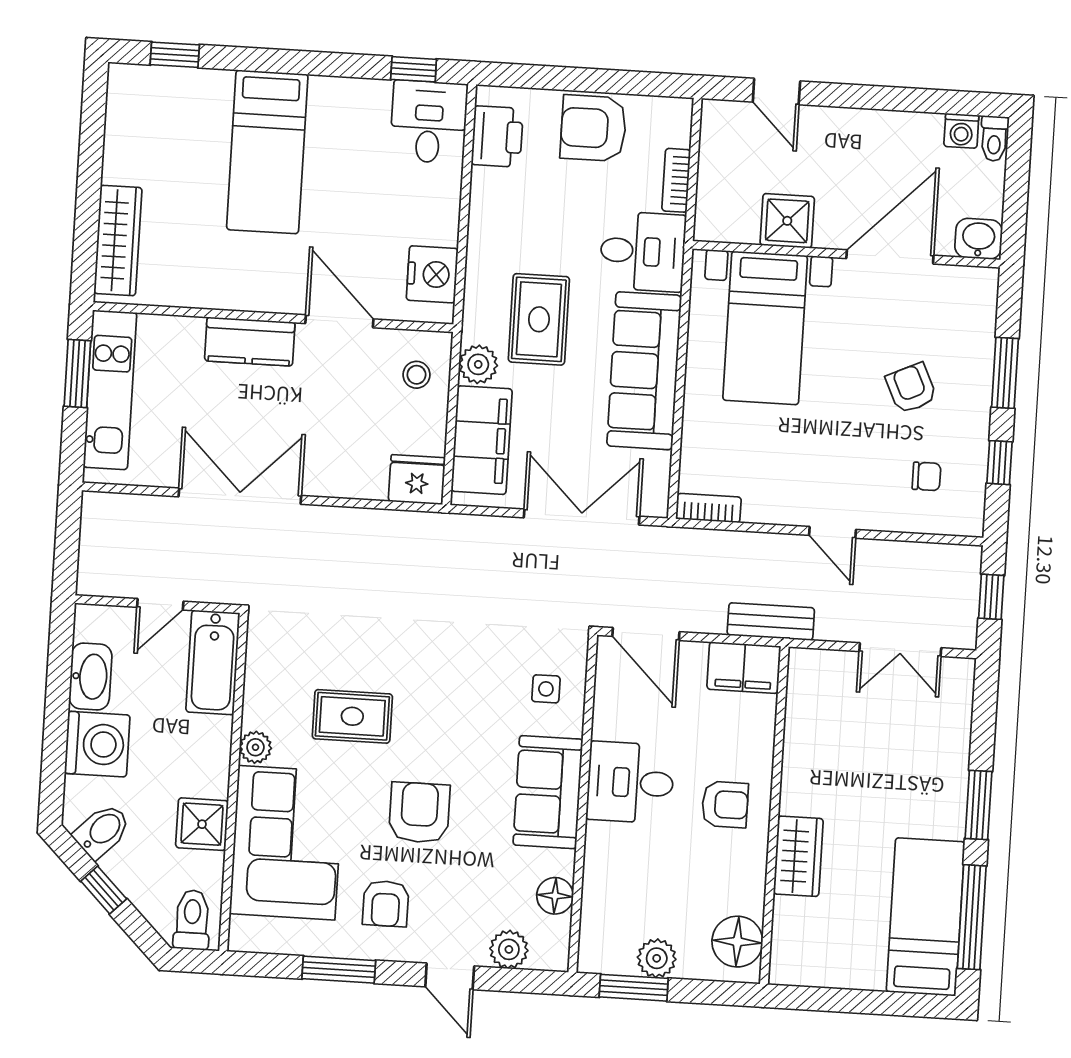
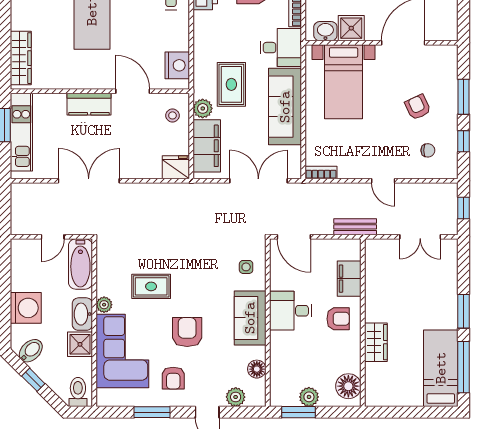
washbasin: (979, 239) -> (325, 31), moved
filing cabinet: (744, 668) -> (349, 279), moved, turned 90
washbasin: (90, 677) -> (82, 314), moved, turned 180

